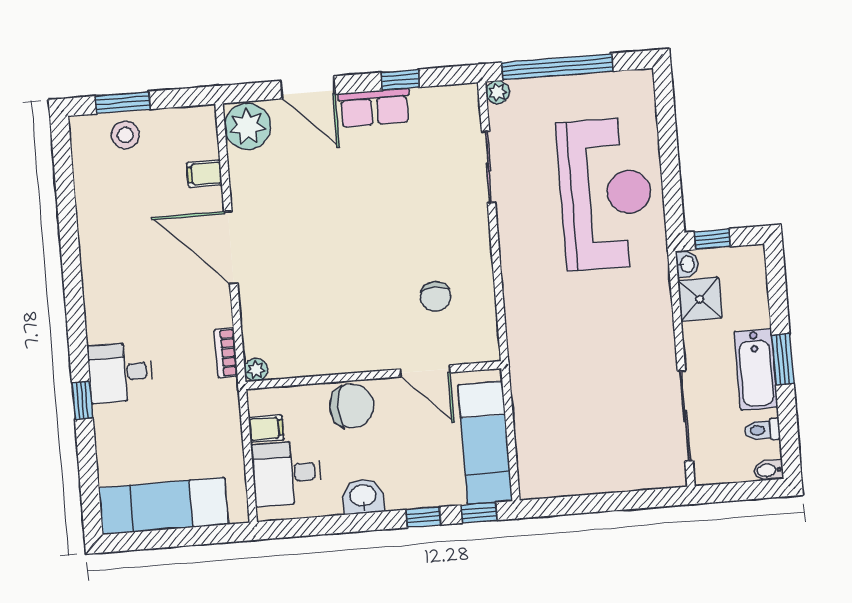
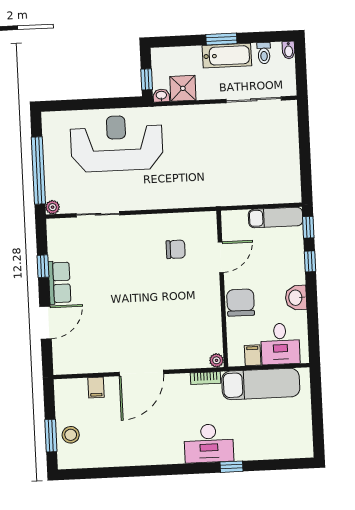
plant: (247, 126) -> (68, 360), removed
desk: (120, 373) -> (209, 443), width x1.37
exam couch: (485, 443) -> (276, 217), width x0.73, depth x0.69
exam couch: (163, 506) -> (261, 384), moved, turned -90

